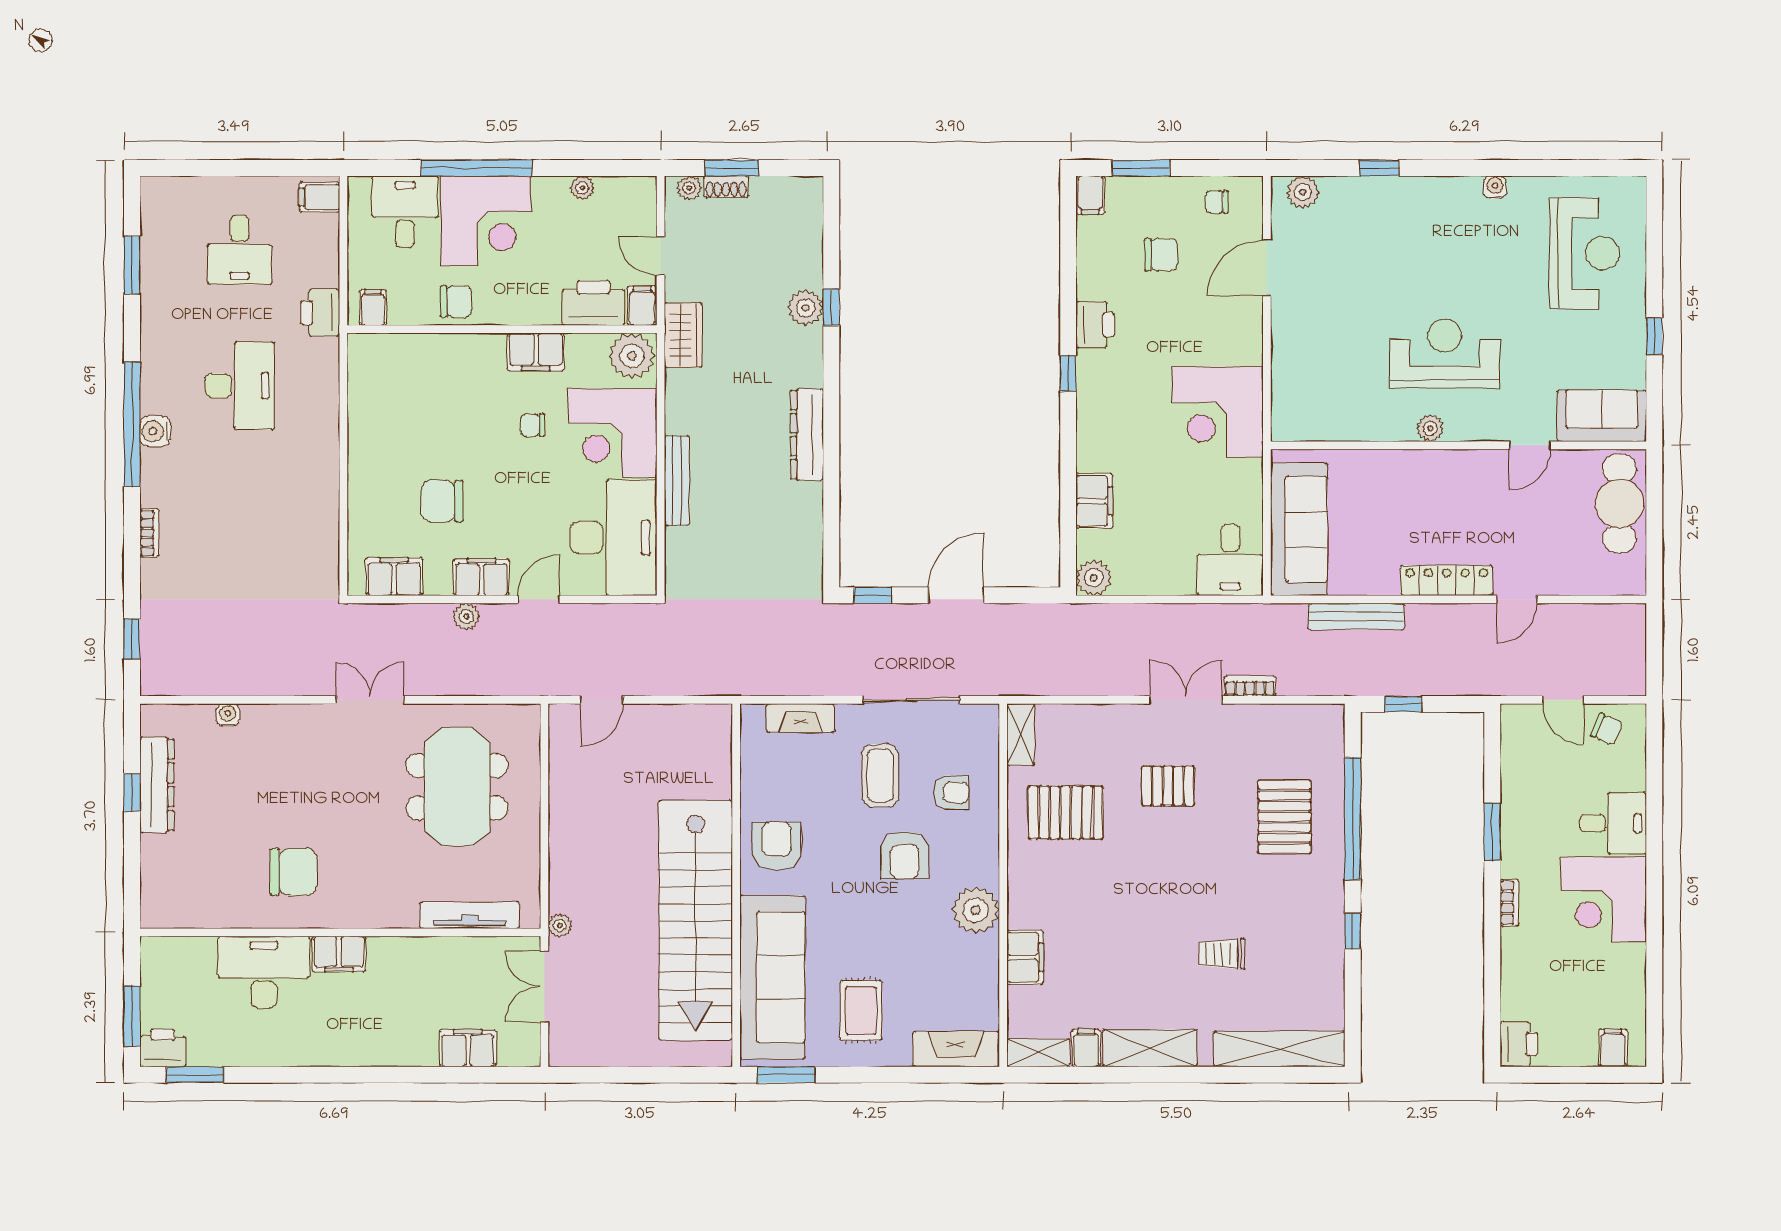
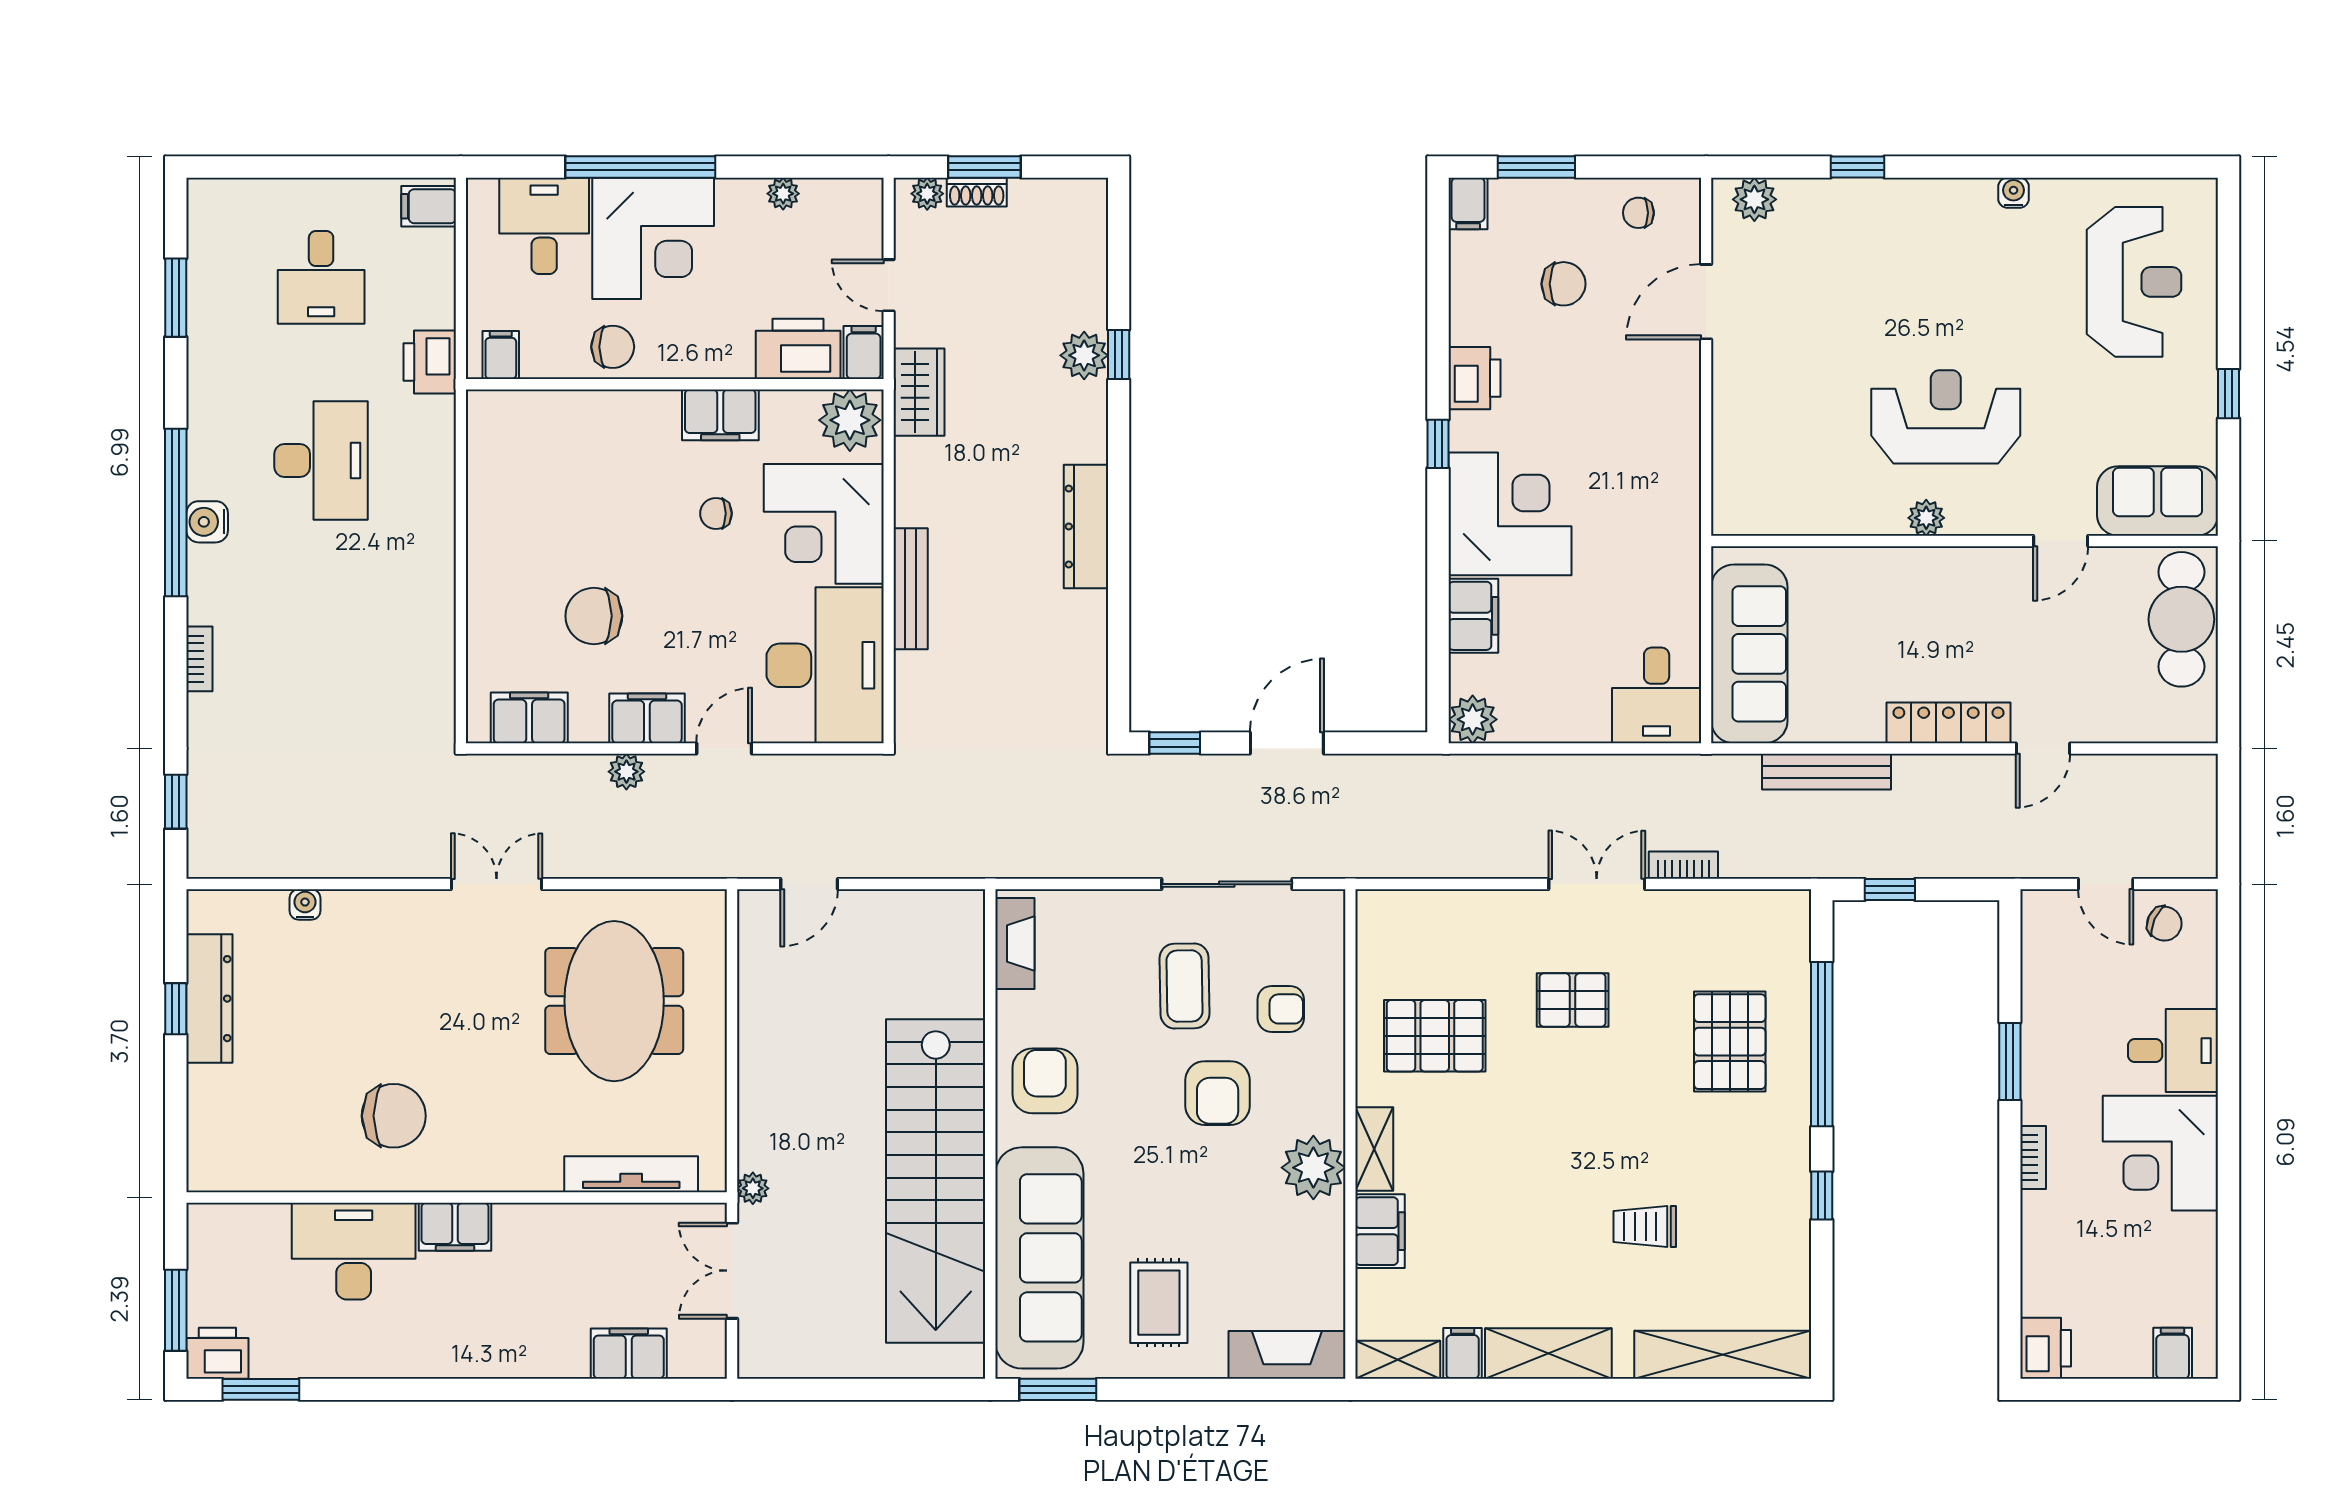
corner desk: (1218, 412) -> (1510, 514), moved, turned 180
fireplace: (801, 718) -> (1015, 944), moved, turned -90
shelving: (1021, 735) -> (1374, 1149), moved

